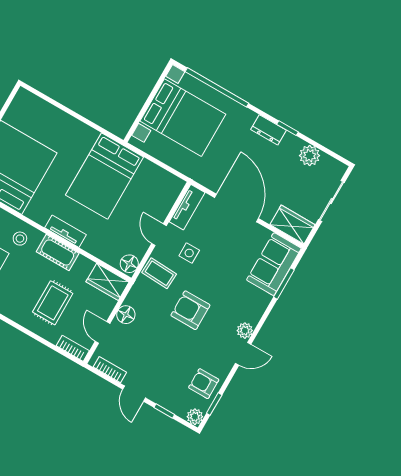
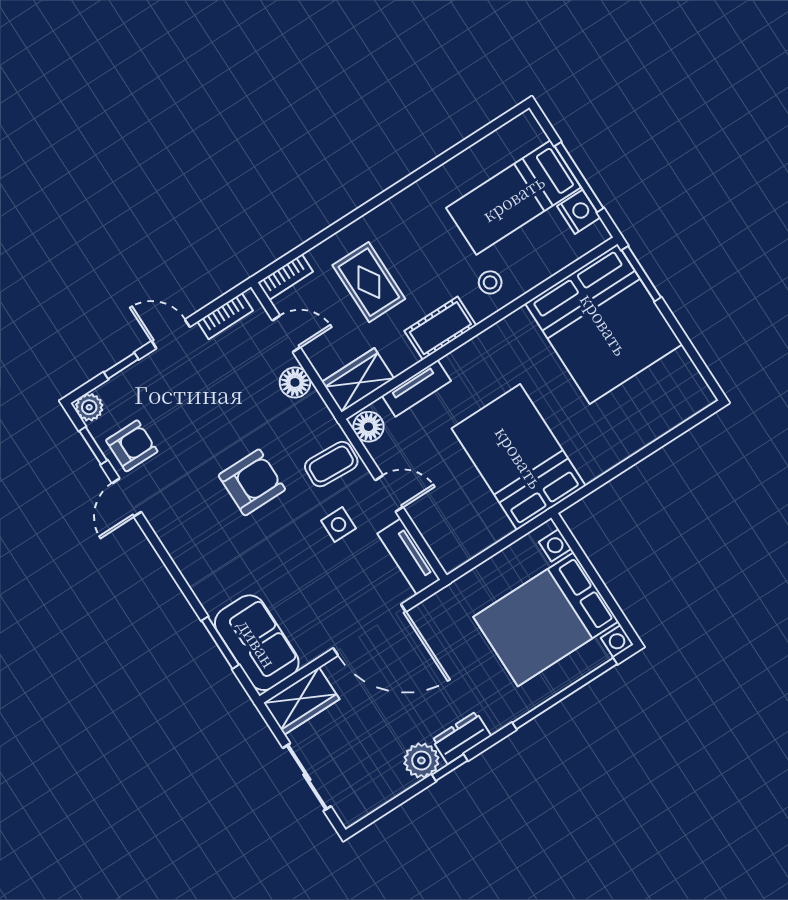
plant: (310, 156) -> (421, 760), moved
tv unit: (66, 231) -> (416, 388), moved
plant: (245, 331) -> (180, 548), removed
door: (243, 354) -> (127, 498), moved

